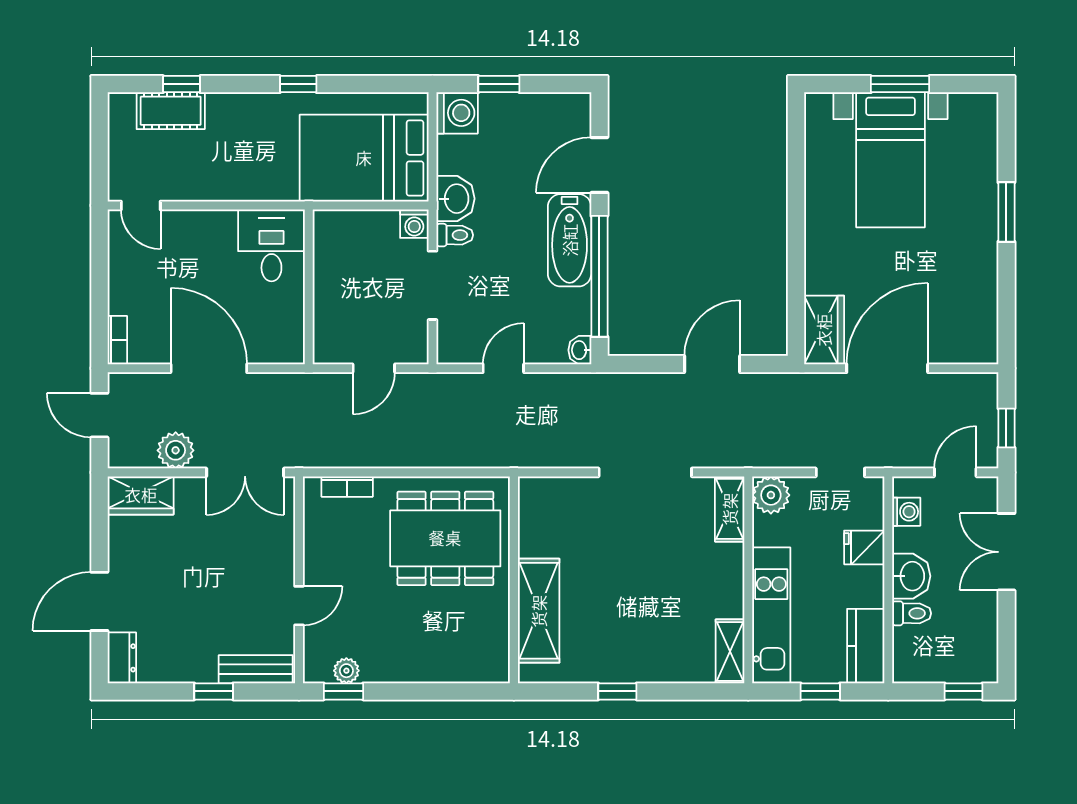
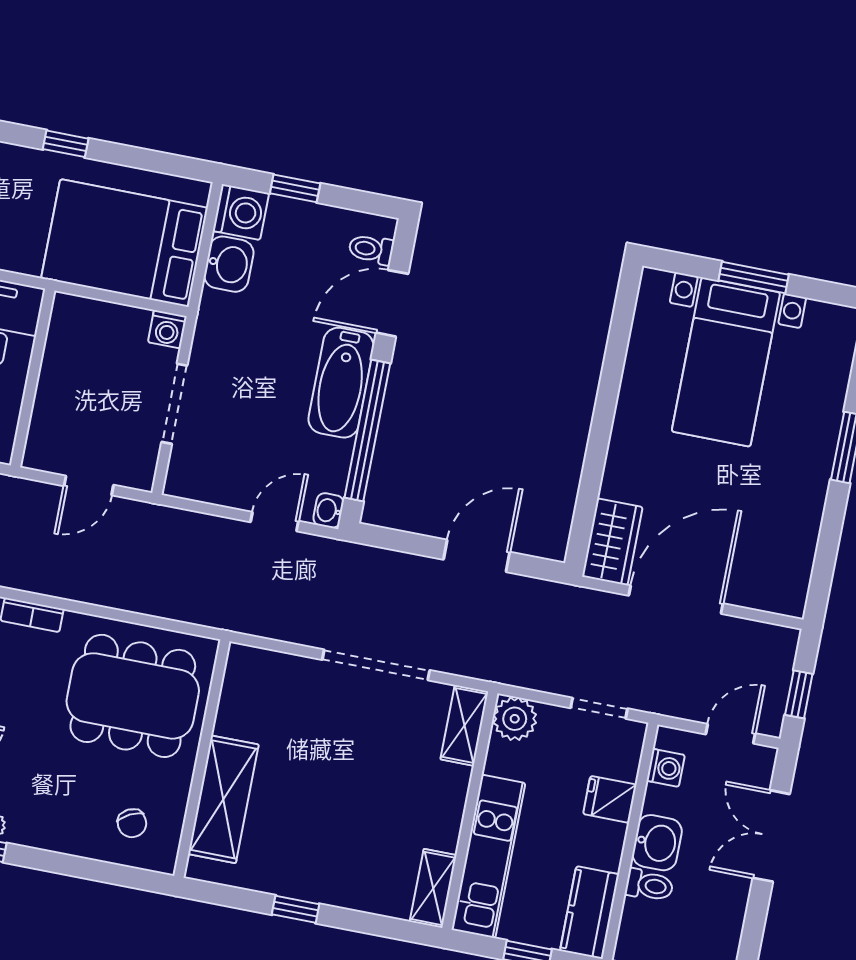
washbasin: (455, 199) -> (229, 264), moved
toilet: (455, 235) -> (371, 249), moved, turned 180
door: (503, 368) -> (275, 522), moved
chair: (465, 646) -> (132, 823), added

